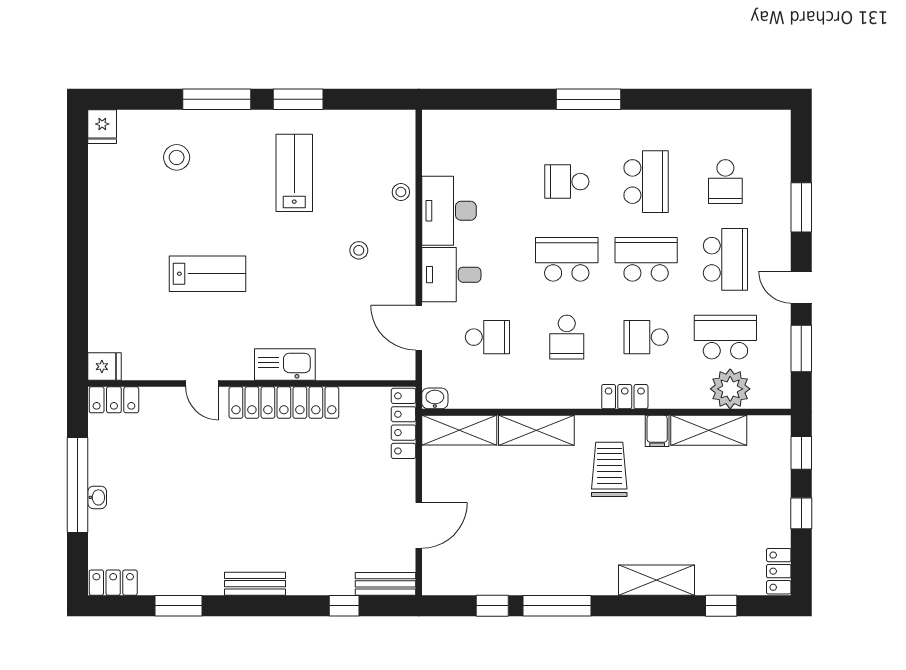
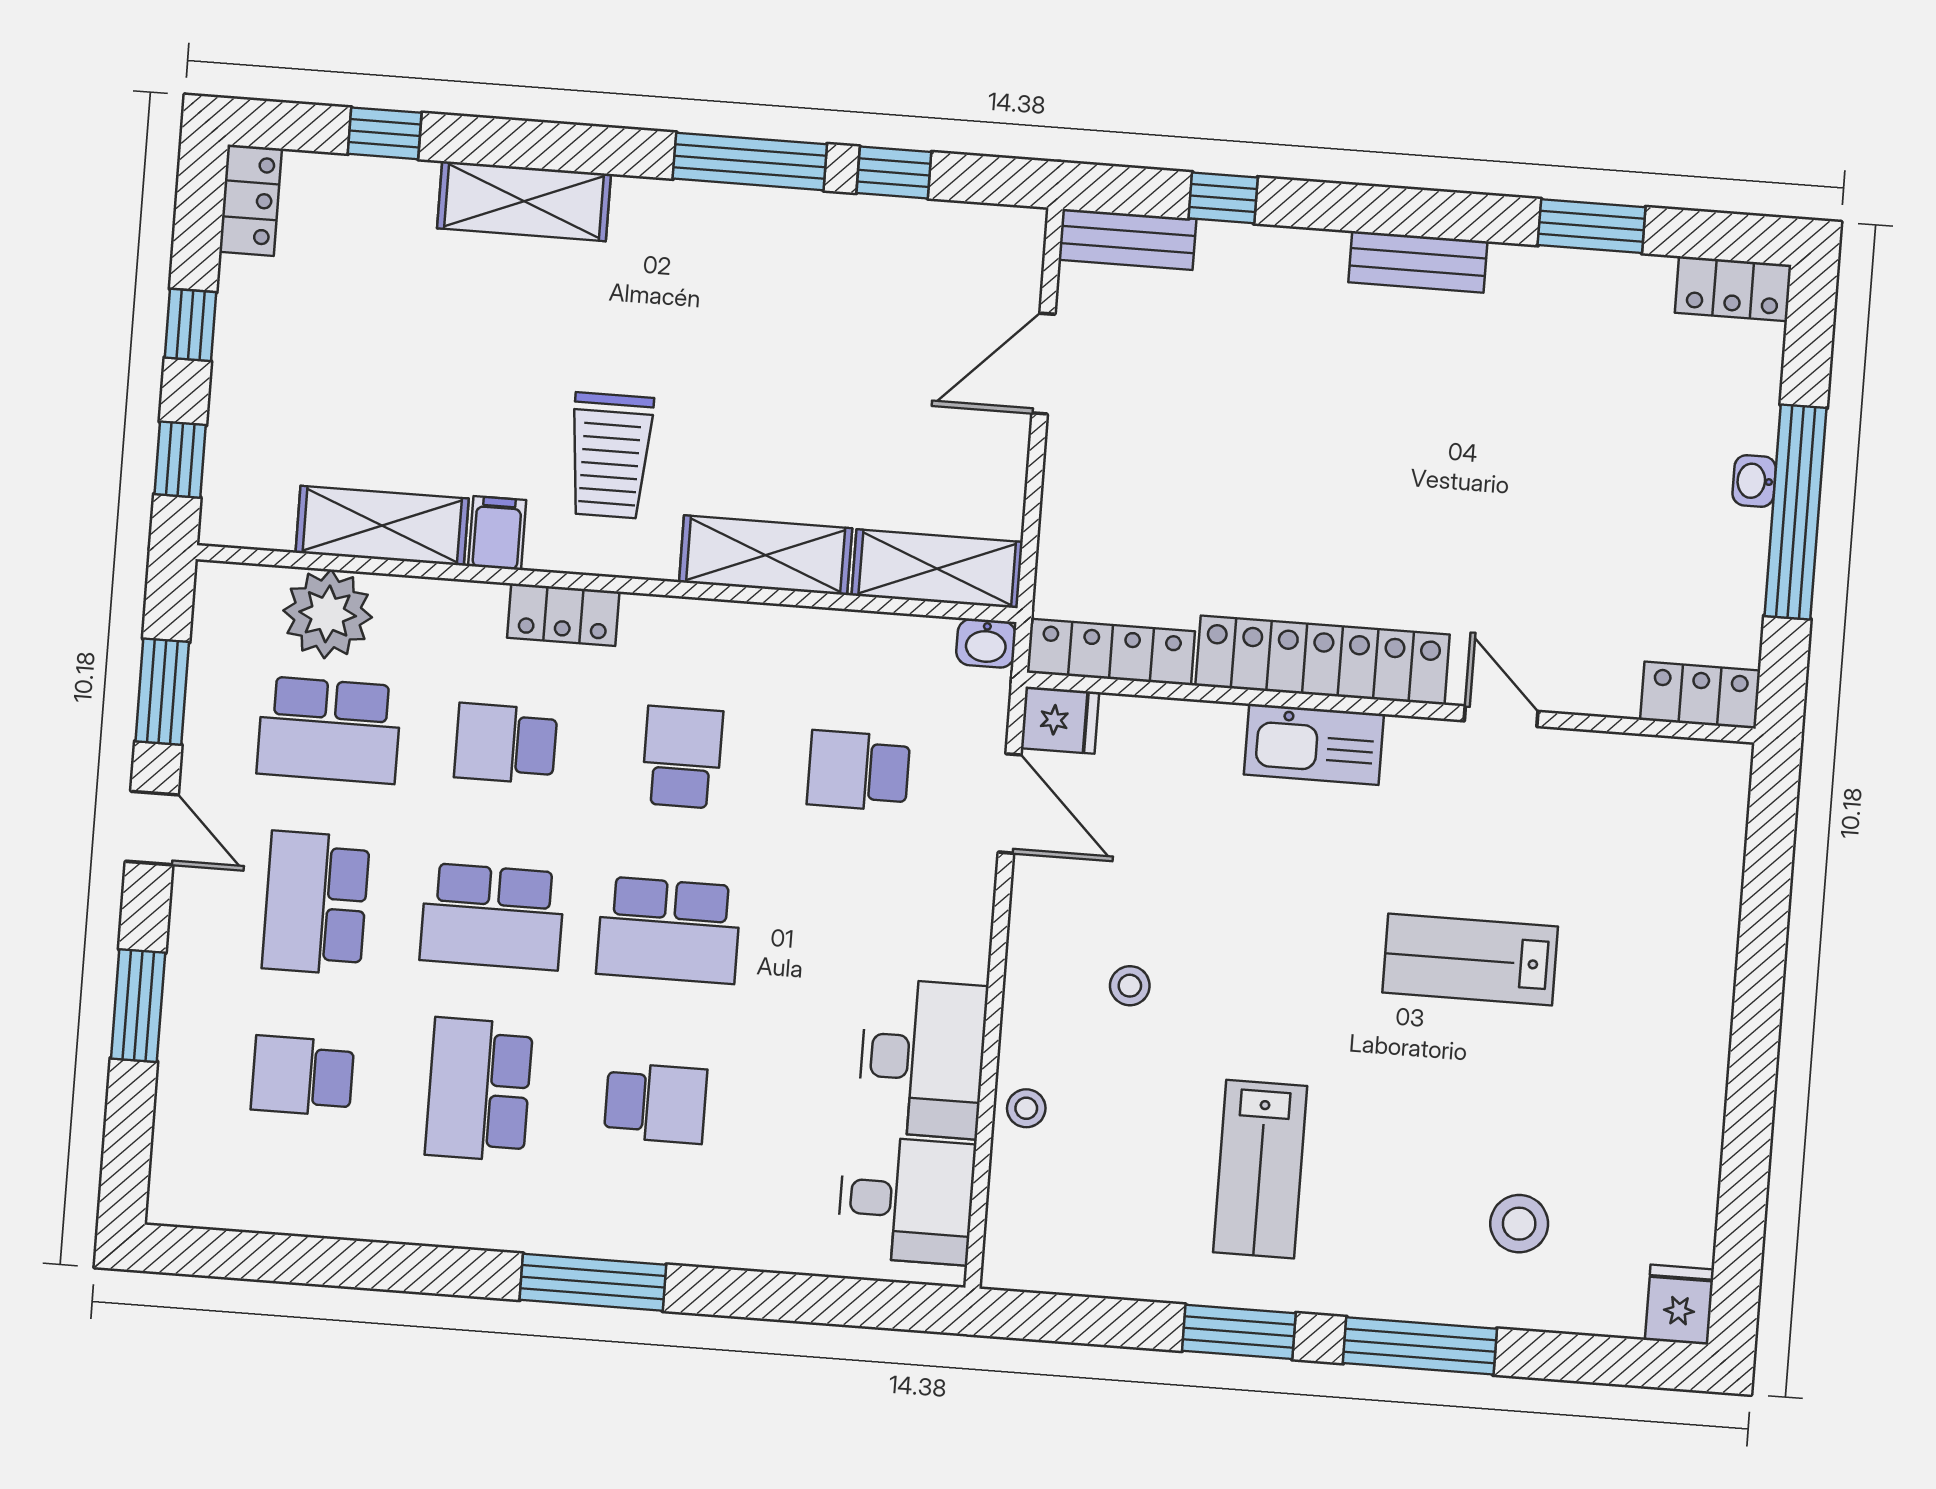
school desk: (725, 182) -> (303, 1076), turned -90
desk: (451, 275) -> (906, 1200), moved
school desk: (646, 337) -> (506, 744), turned 180
fridge: (104, 367) -> (1060, 720), moved, turned 180
locker: (403, 423) -> (1111, 652), moved, turned -90

